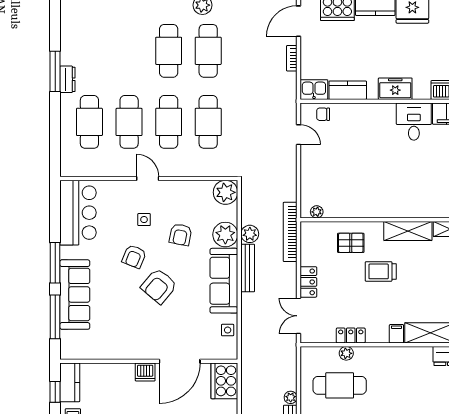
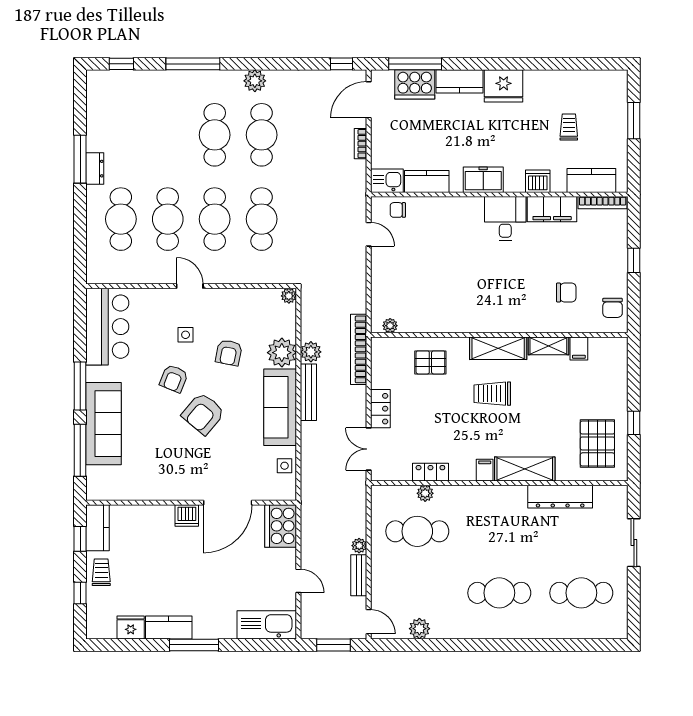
plant: (226, 192) -> (289, 296), width x0.53, depth x0.53
trolley: (381, 271) -> (492, 394), moved

